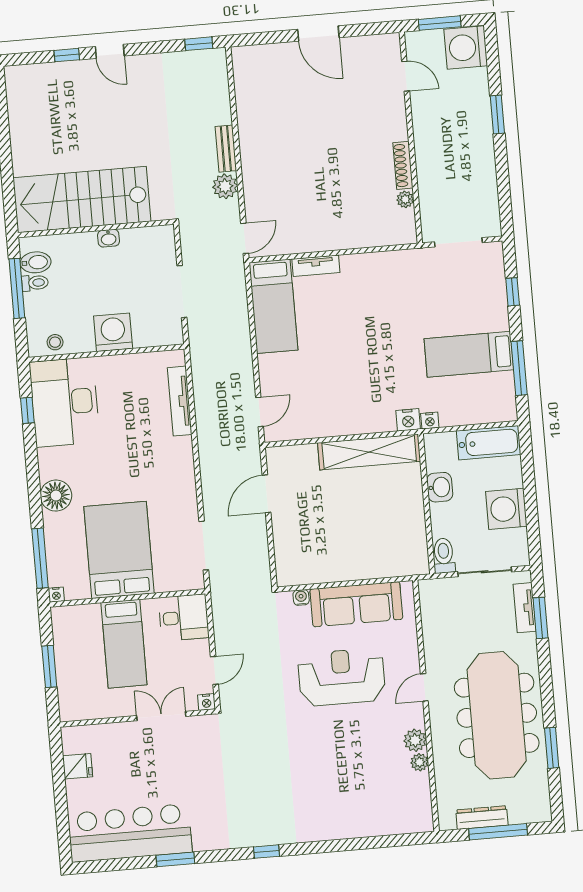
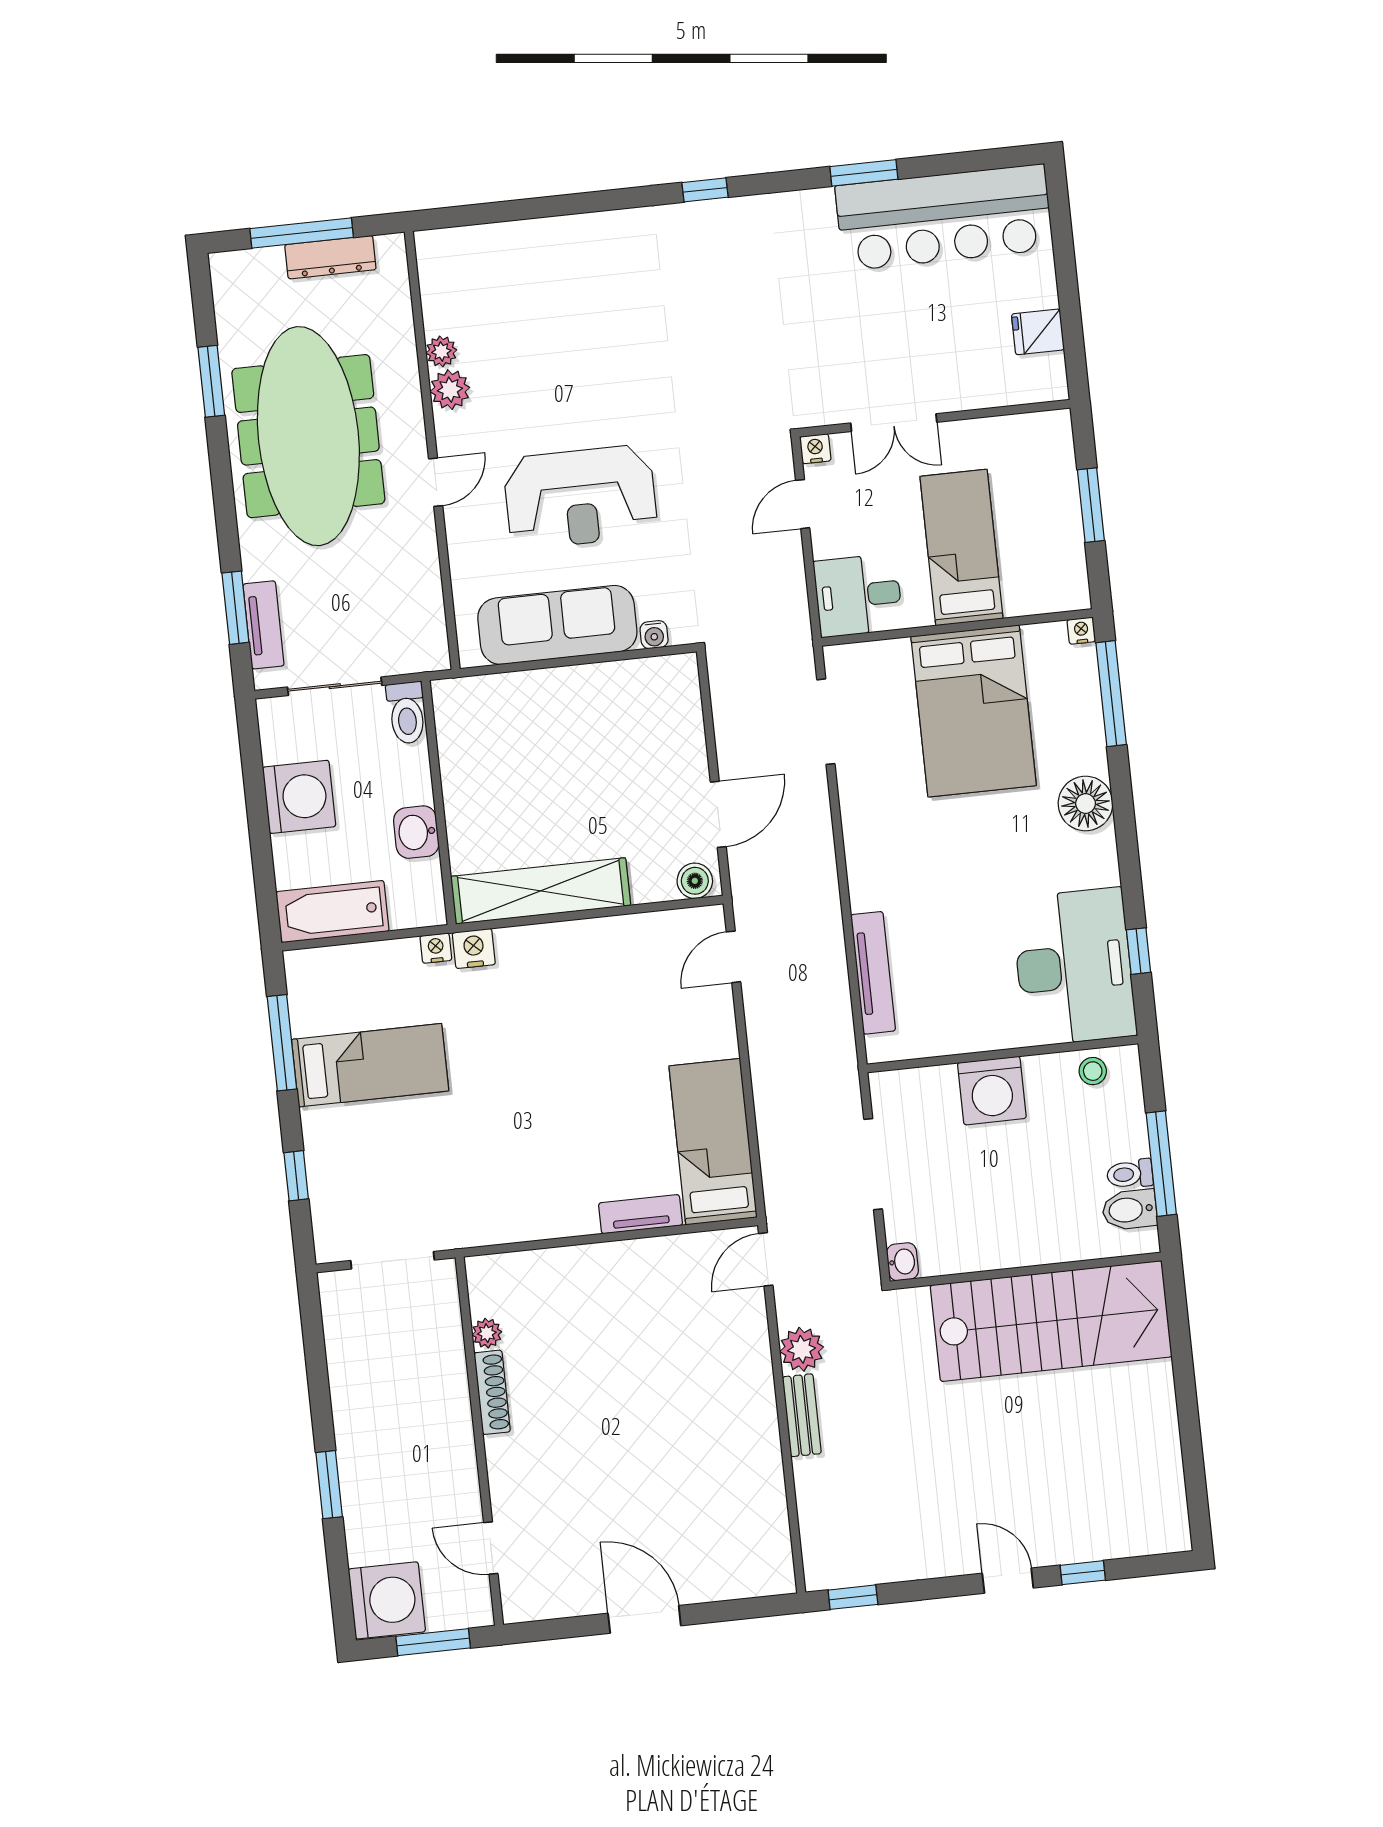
washbasin: (109, 238) -> (902, 1262), moved, turned 90
boiler: (281, 456) -> (695, 881), added

